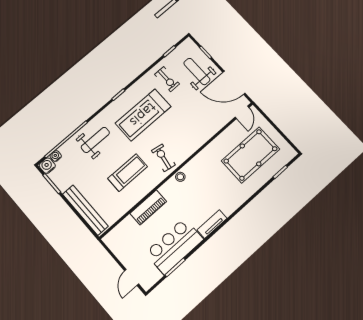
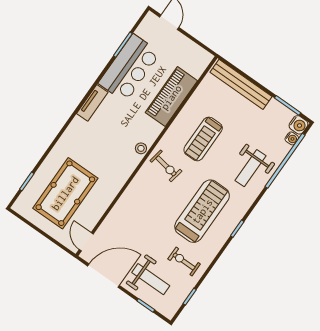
piano: (148, 207) -> (171, 97), width x1.37, depth x1.33

